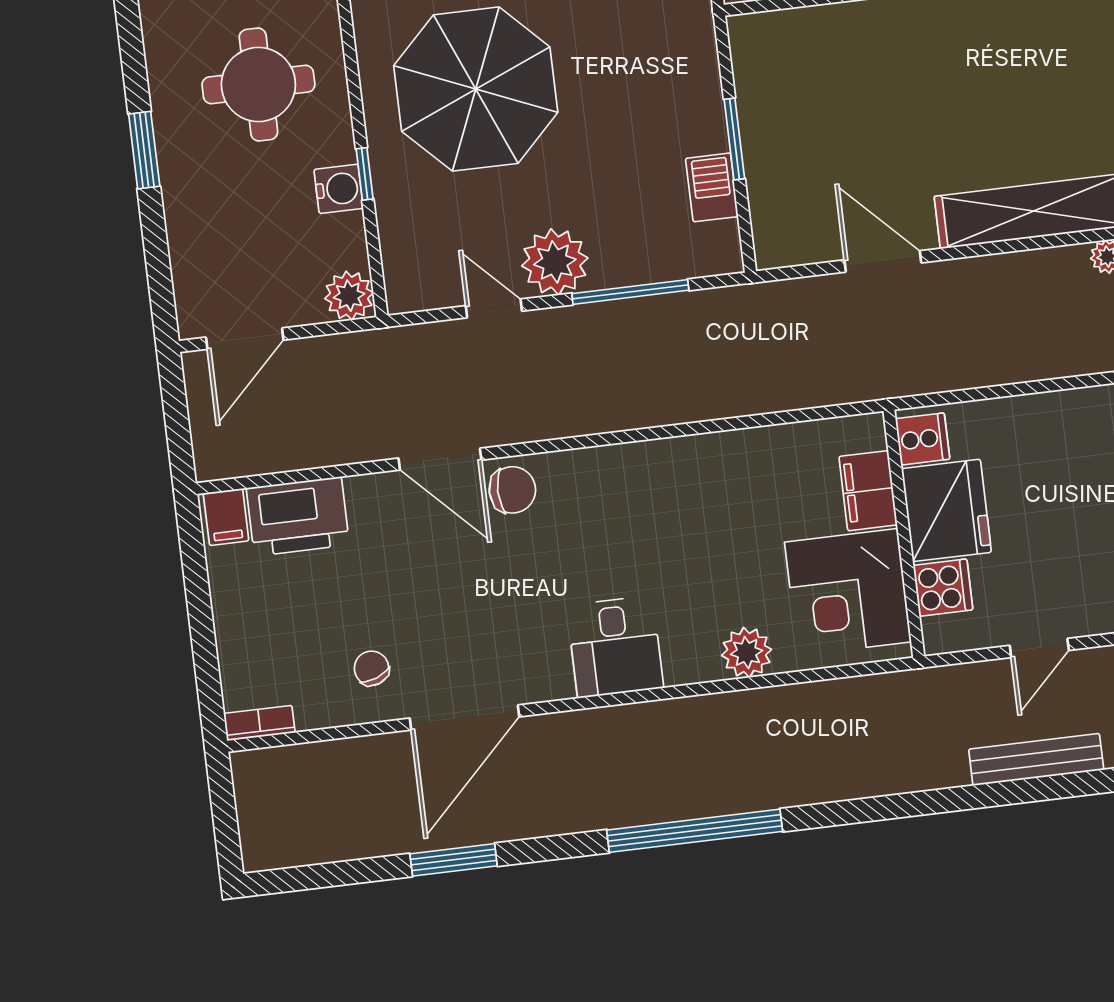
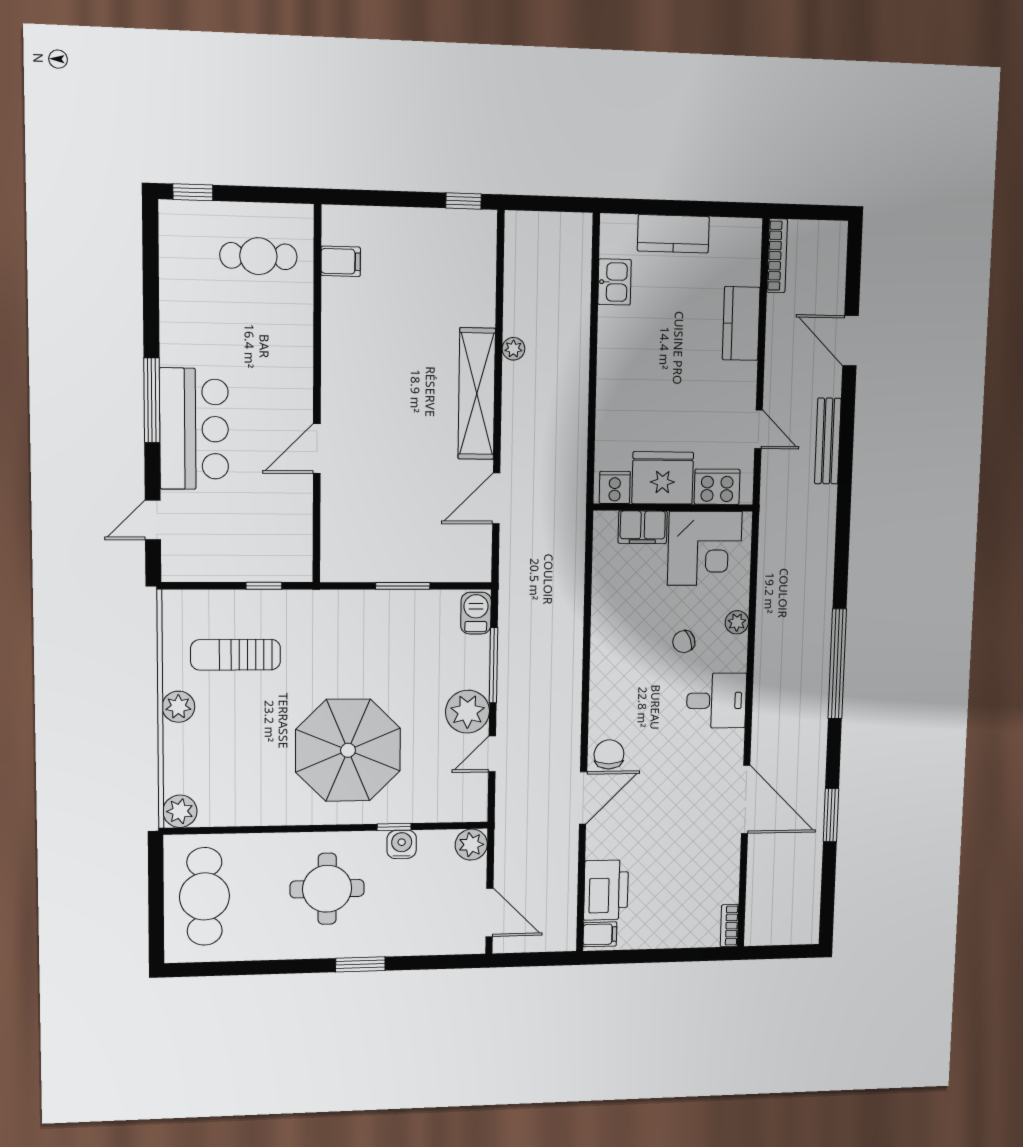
barbecue: (712, 187) -> (476, 613), moved, turned 90
cooker: (943, 588) -> (717, 487), width x1.36
plant: (747, 652) -> (737, 622), width x0.73, depth x0.73
chair: (372, 668) -> (684, 642), moved

